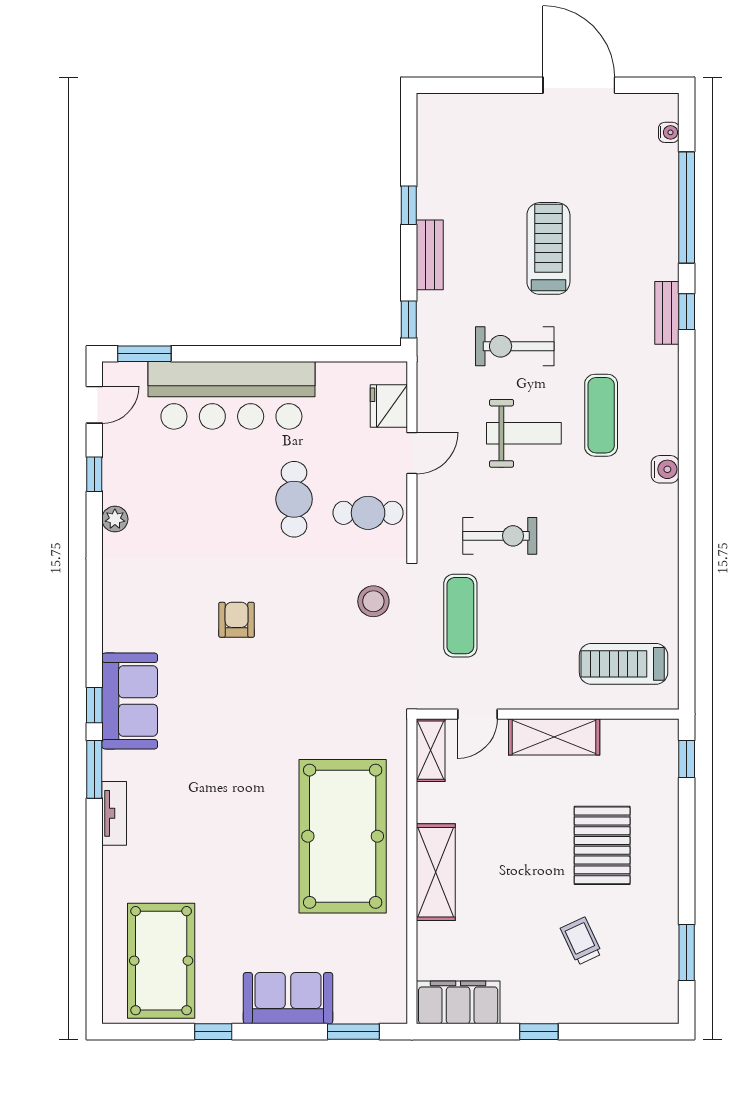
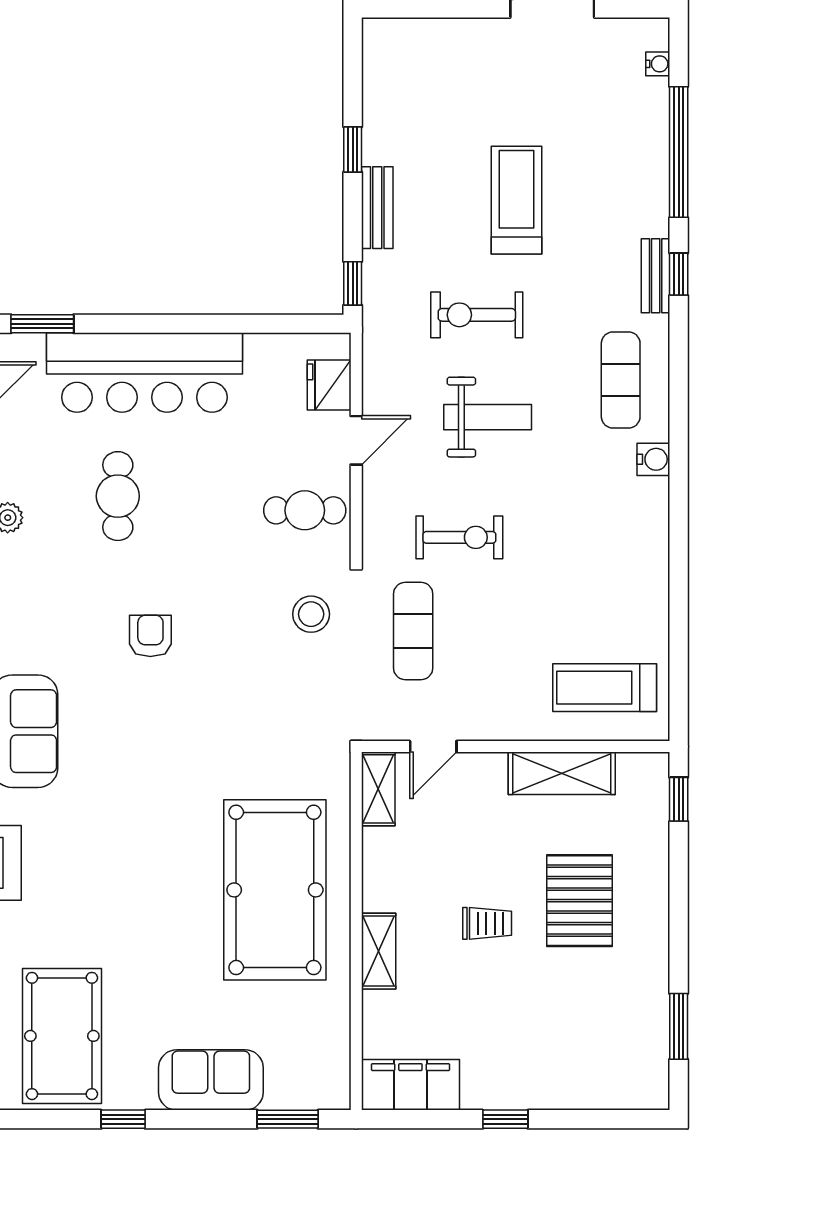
exercise mat: (601, 415) -> (621, 380), moved
cafe table: (294, 499) -> (118, 496), moved
shelving: (554, 737) -> (562, 773), moved
shelving: (436, 872) -> (379, 951), width x0.67, depth x0.75
trolley: (581, 941) -> (487, 923), moved, turned 115

